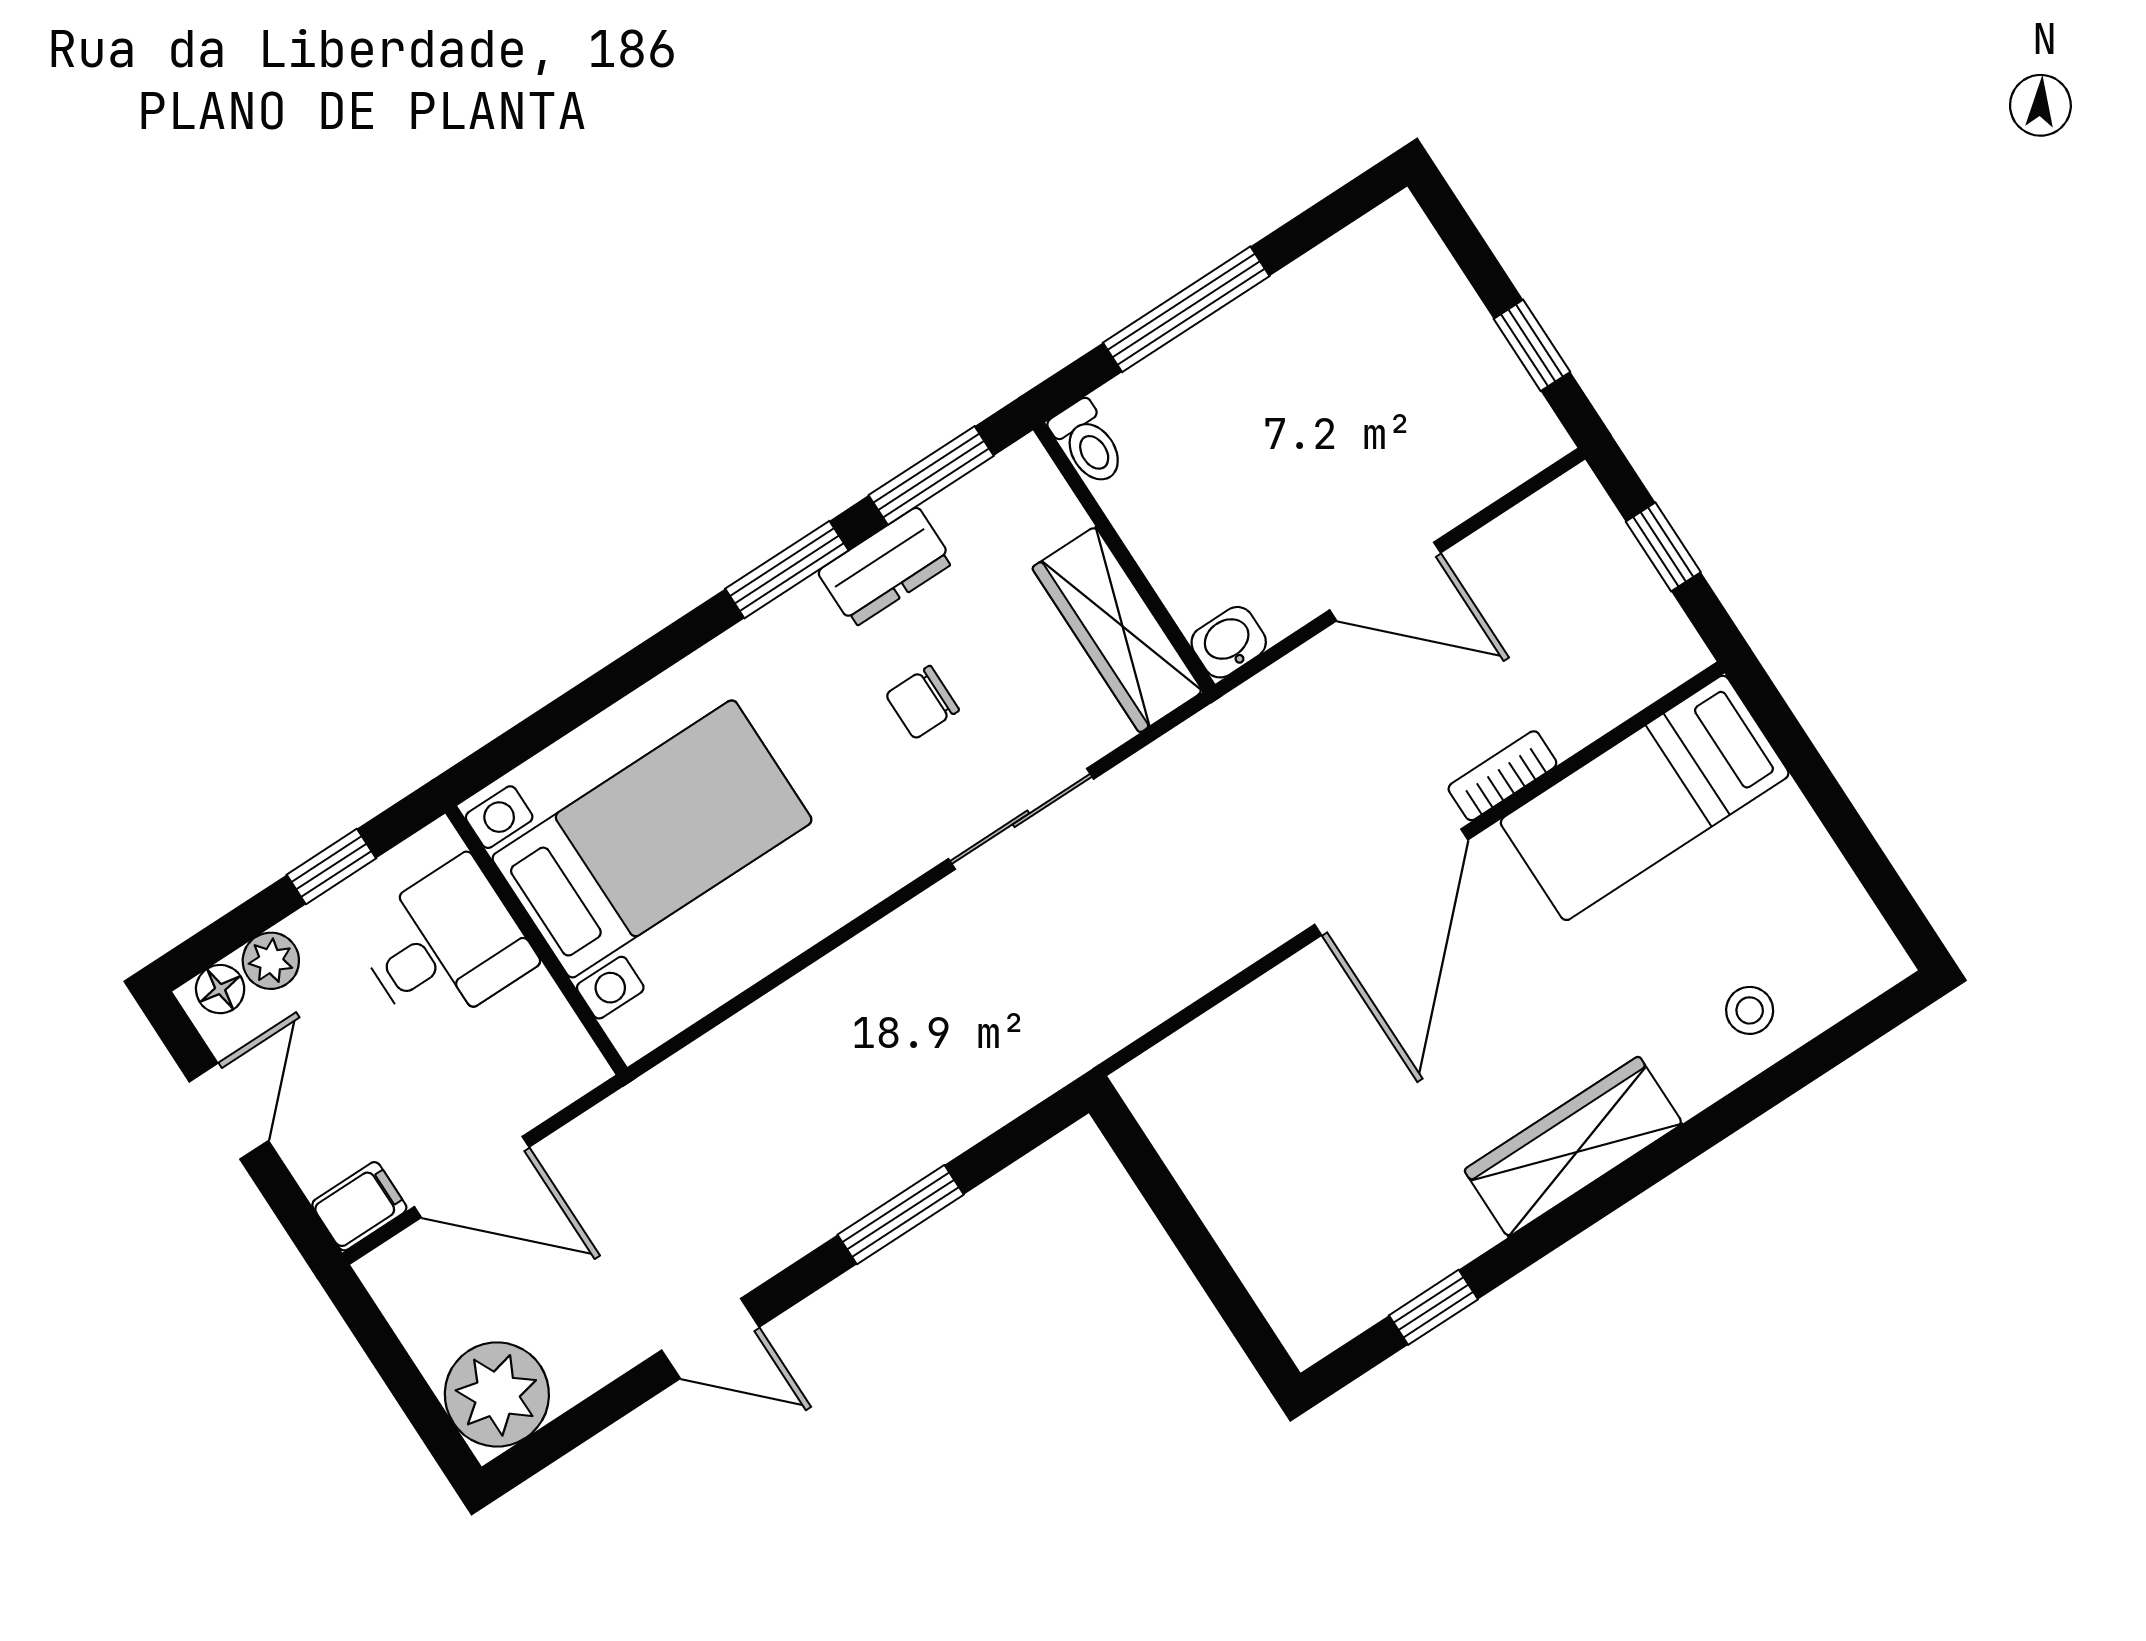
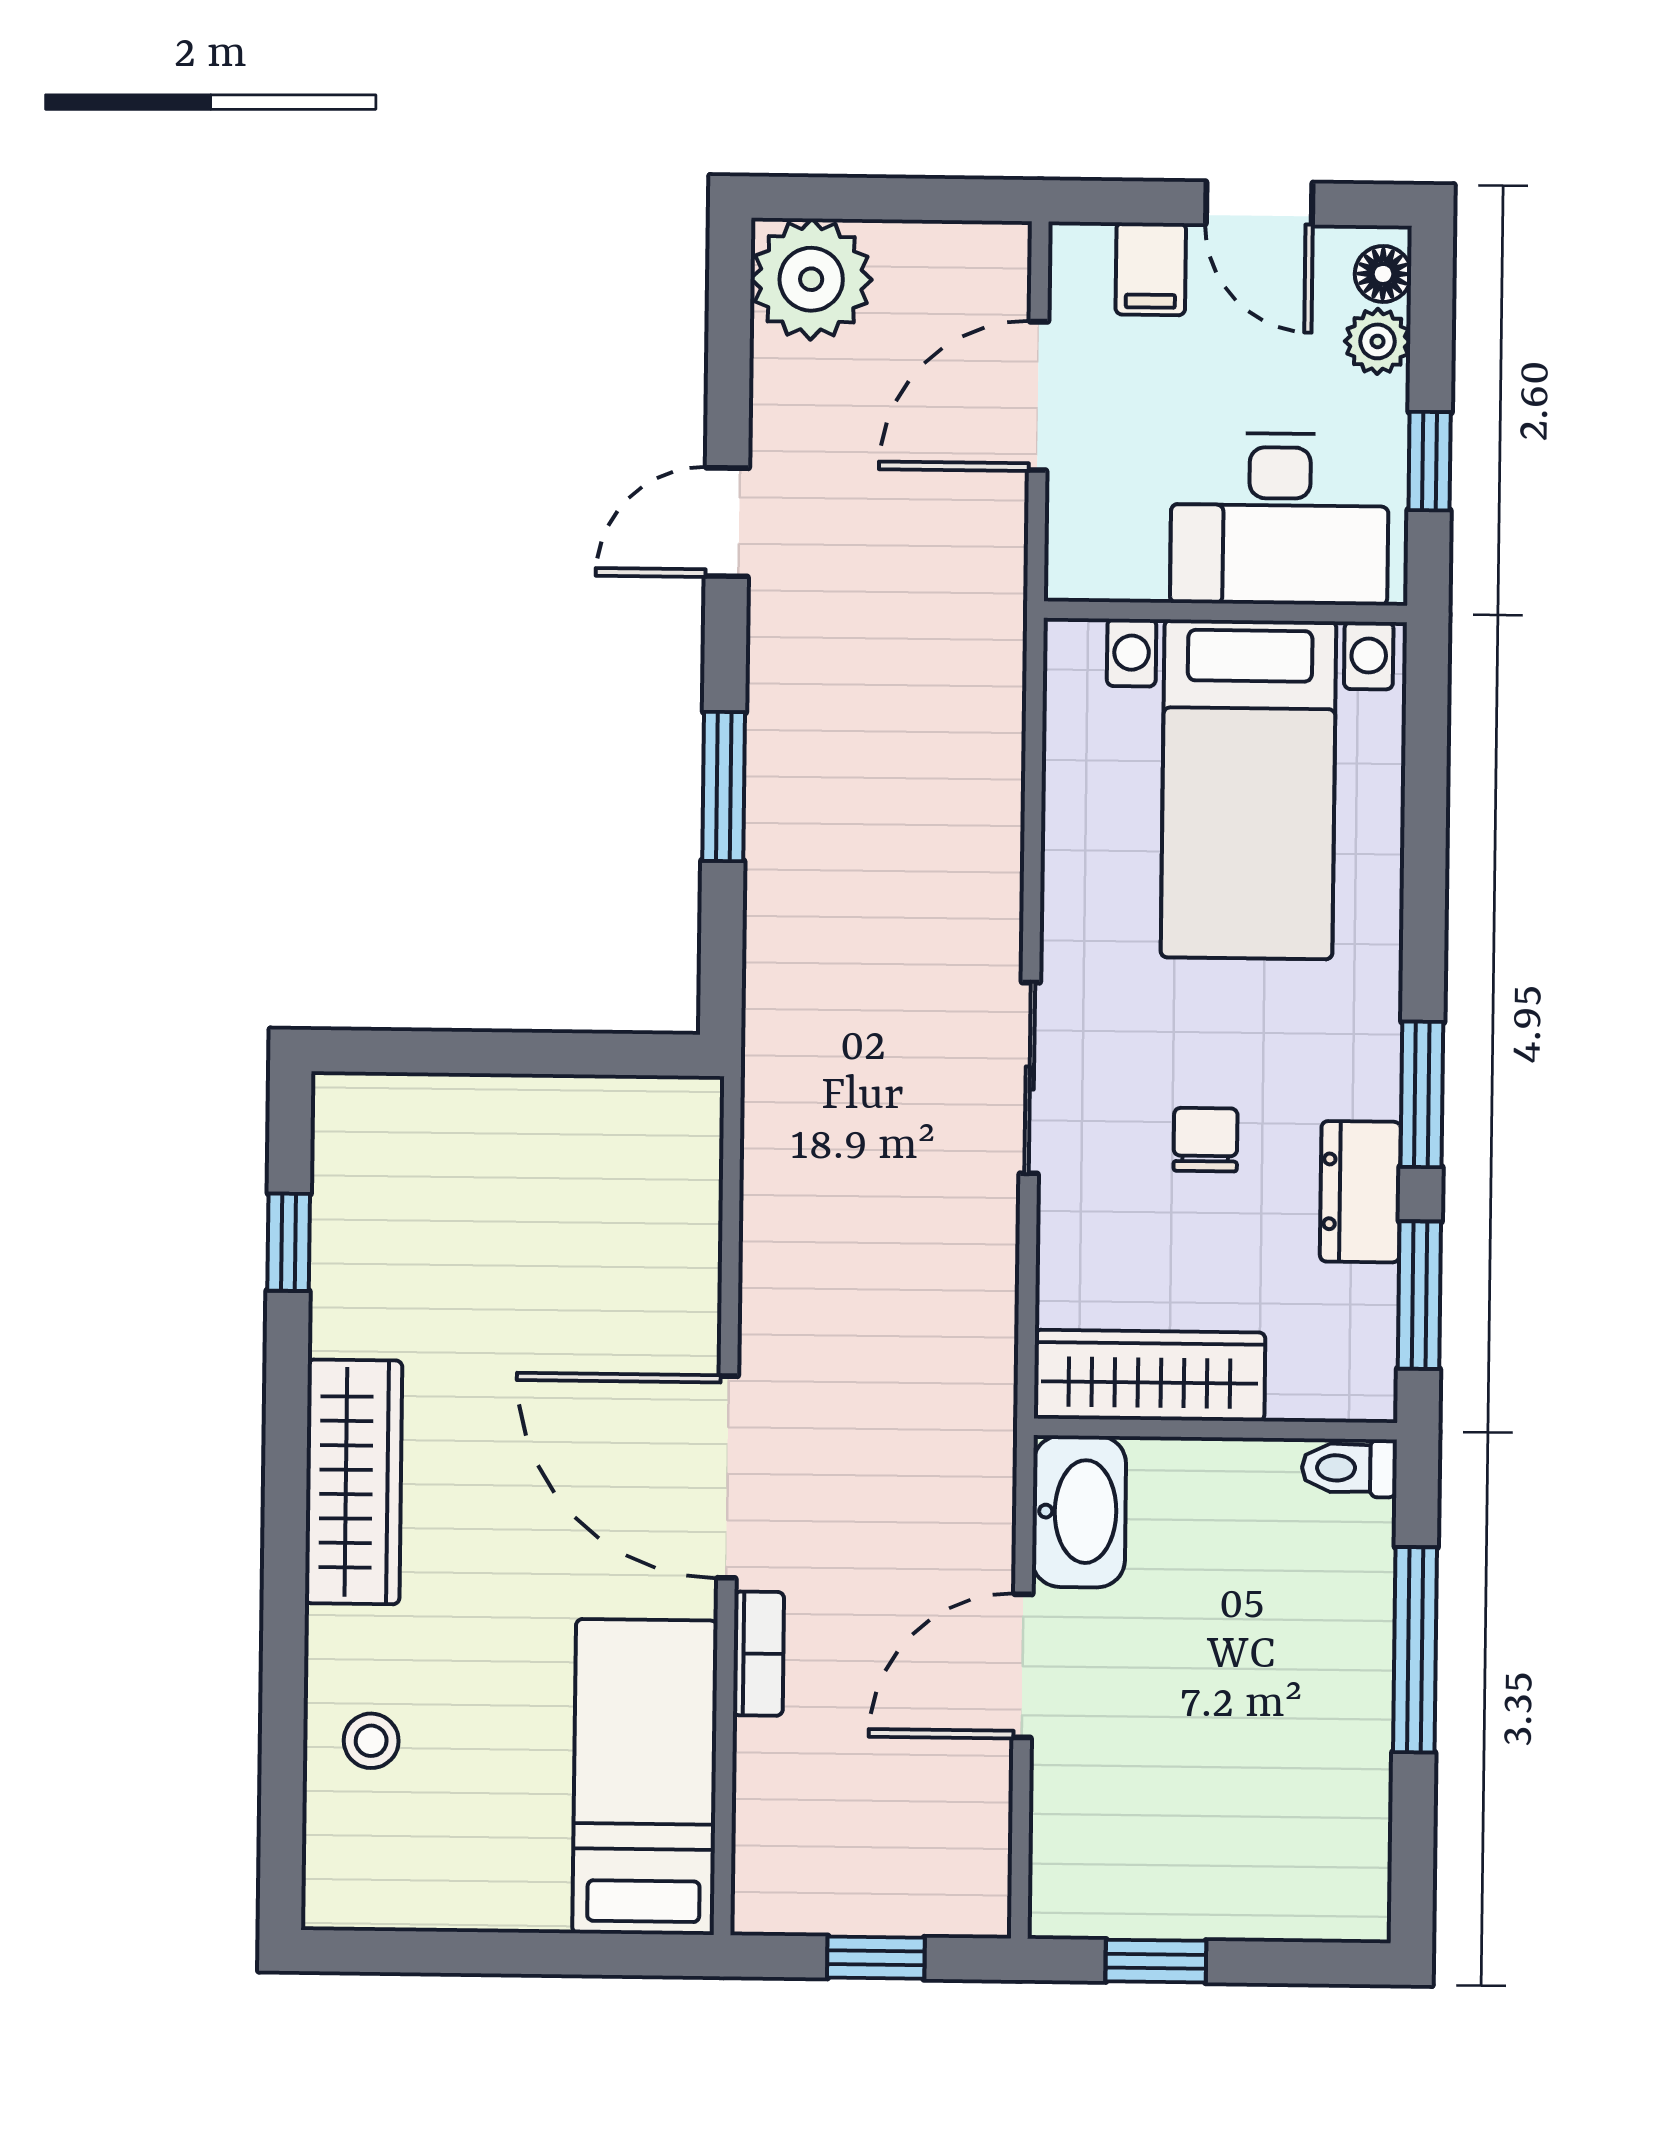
washbasin: (1229, 642) -> (1079, 1512), width x1.91, depth x1.45
sliding door: (1021, 819) -> (1030, 1078), moved
desk: (444, 946) -> (1280, 519), width x1.37
filing cabinet: (359, 1206) -> (1151, 269), moved

